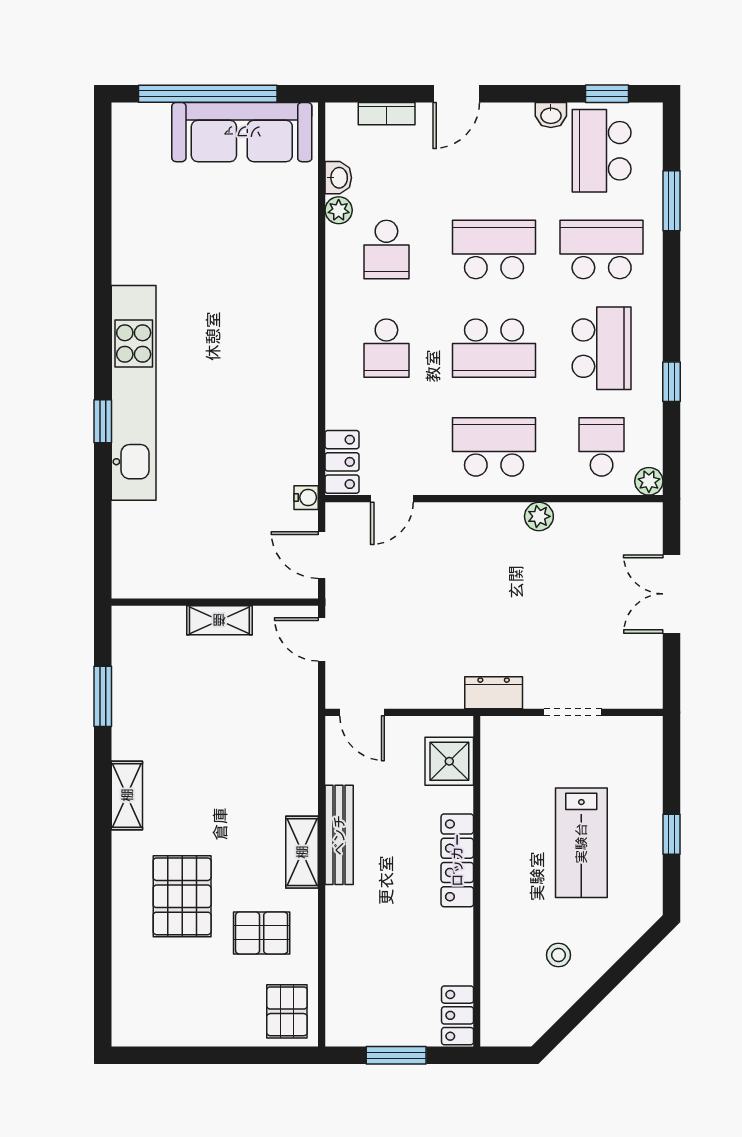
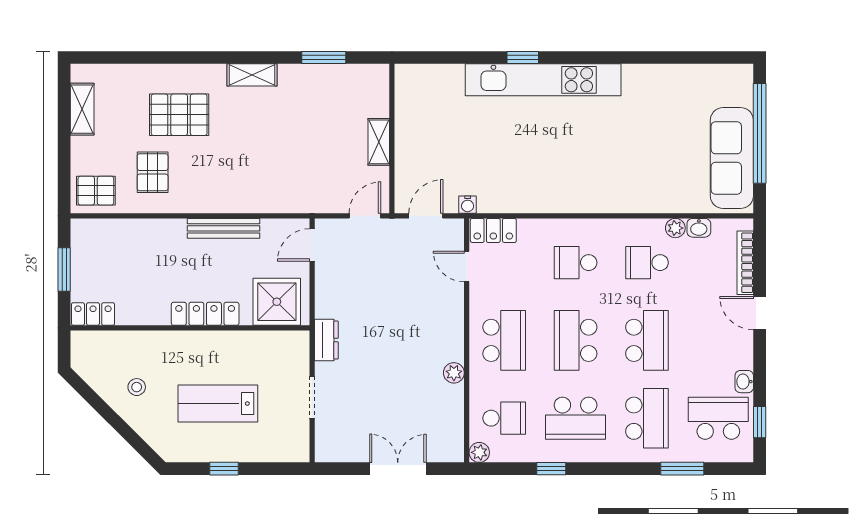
bookcase: (387, 114) -> (745, 263), width x1.56
shower: (449, 761) -> (277, 302), width x1.36, depth x1.36
shelving: (302, 852) -> (82, 109), moved, turned 90

